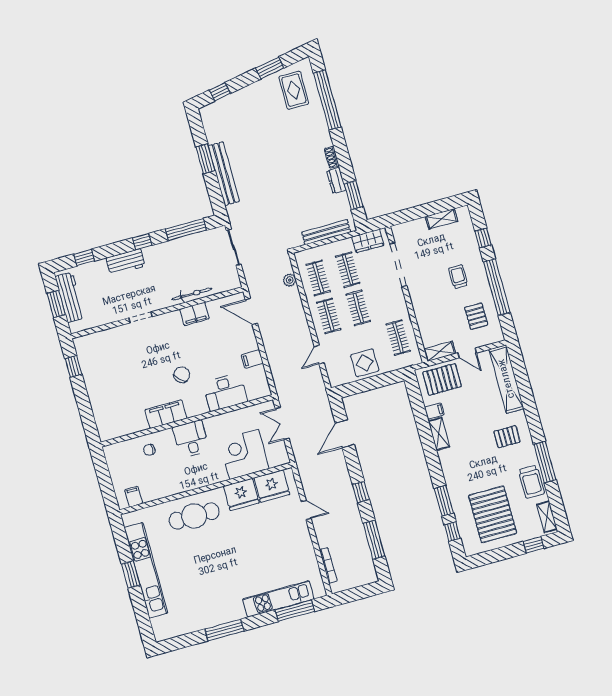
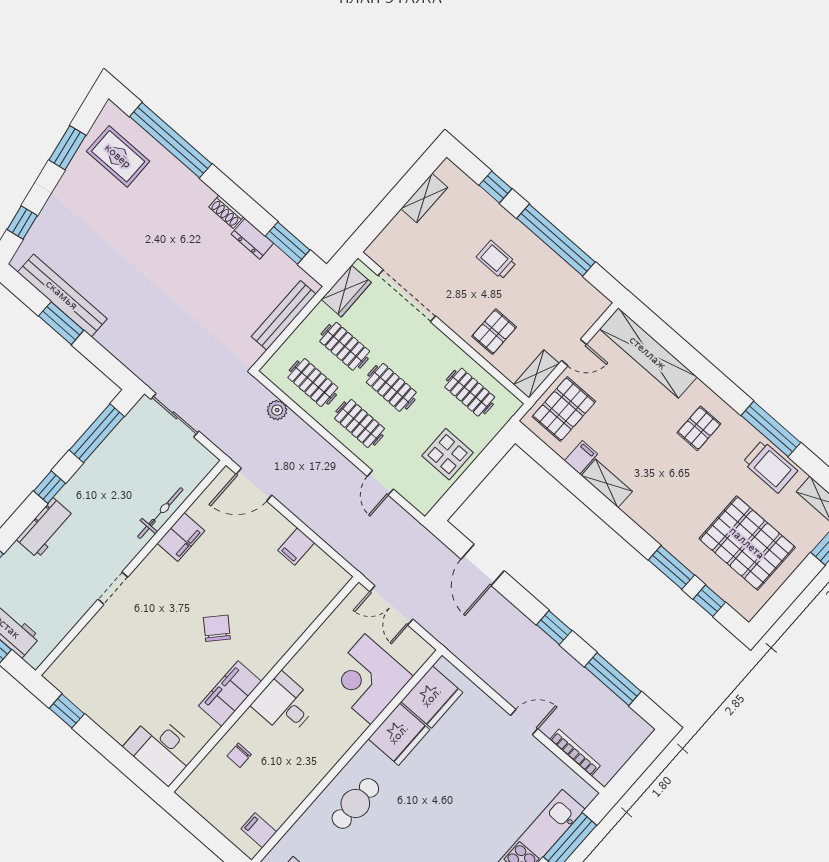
bench: (224, 174) -> (62, 295), moved
pallet: (476, 316) -> (494, 332), moved, turned 90
desk: (225, 392) -> (161, 749), moved, turned 90
door: (306, 510) -> (524, 722), moved
cafe table: (194, 516) -> (355, 803), width x0.73, depth x0.74

